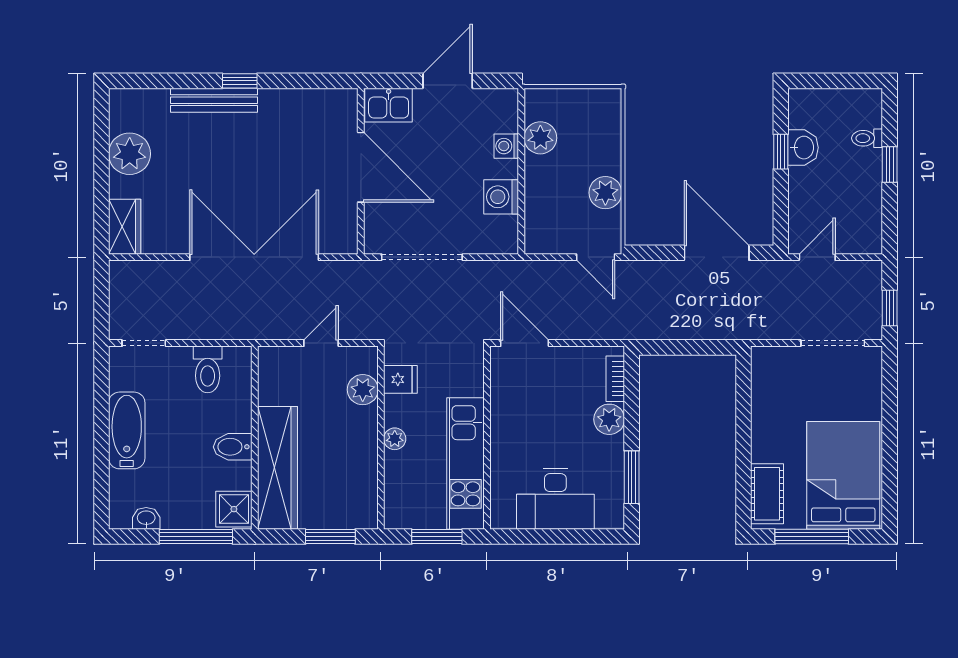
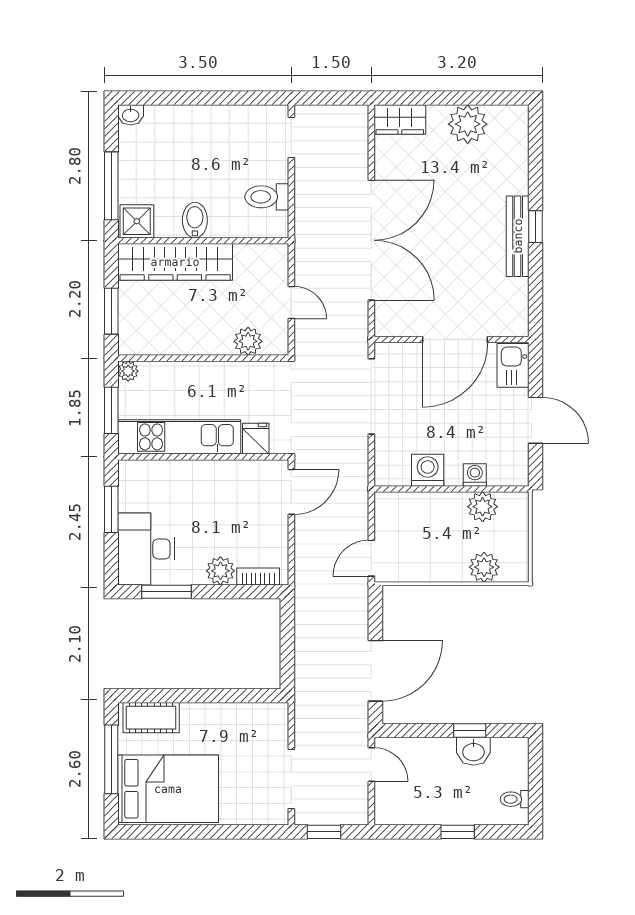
bench: (214, 100) -> (518, 236), moved
toilet: (867, 138) -> (515, 799), moved, turned -90
plant: (605, 193) -> (484, 567), moved
fridge: (400, 379) -> (256, 439), moved, turned 180
bathtub: (127, 430) -> (210, 121), removed
plant: (395, 439) -> (128, 371), moved
desk: (555, 499) -> (146, 549), moved
washbasin: (146, 518) -> (131, 115), moved, turned 90
window: (543, 537) -> (111, 509), added

